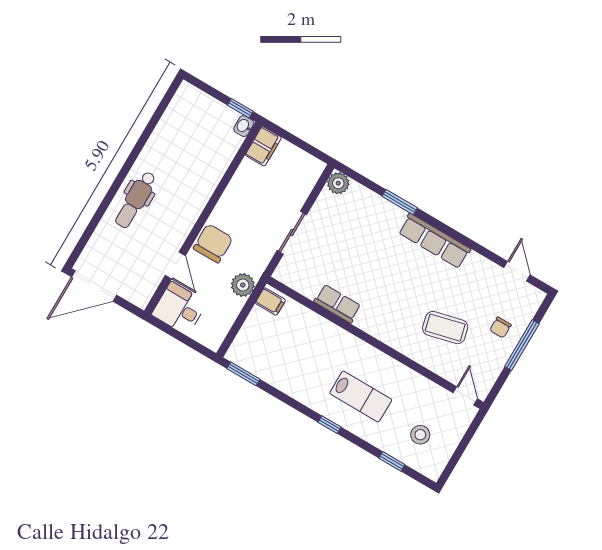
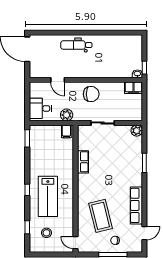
row of seats: (435, 241) -> (136, 205), moved
chair: (213, 243) -> (91, 94), moved
door: (175, 265) -> (58, 80), hinge flipped
desk: (179, 309) -> (40, 108), moved, turned -90
coffee table: (445, 328) -> (101, 216), width x1.36, depth x1.32
door: (465, 396) -> (76, 243), swing flipped
lab bench: (361, 397) -> (48, 196), width x1.36, depth x1.39

